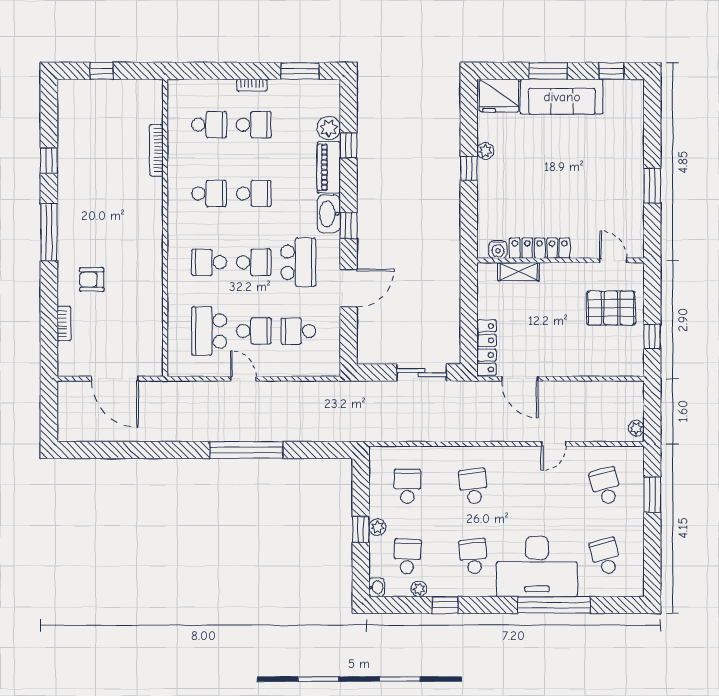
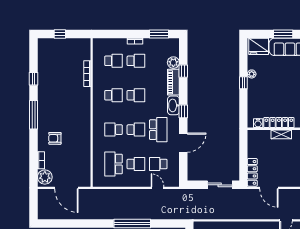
shelving: (519, 272) -> (281, 134), moved
plant: (72, 357) -> (45, 177), added
door: (243, 379) -> (158, 188), moved

